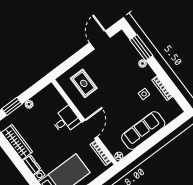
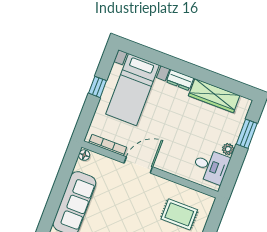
desk: (66, 120) -> (211, 166), moved, turned -90
door: (90, 129) -> (138, 165), swing flipped

